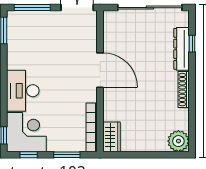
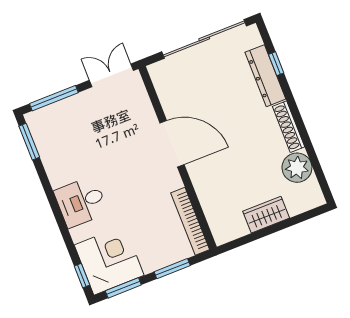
desk: (23, 91) -> (81, 202), width x0.73
wardrobe: (112, 137) -> (266, 215), moved, turned -90
plant: (178, 141) -> (297, 168), moved
window: (29, 155) -> (123, 288), width x1.50

